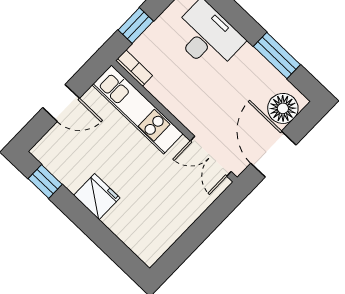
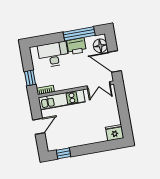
window: (277, 55) -> (79, 34), width x1.44
printer: (252, 67) -> (76, 46), added
fridge: (97, 197) -> (115, 133), moved

